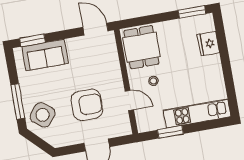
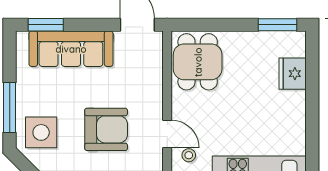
sofa: (45, 55) -> (71, 49), width x1.36
stool: (153, 81) -> (189, 155), moved
side table: (43, 115) -> (41, 132), turned -38

